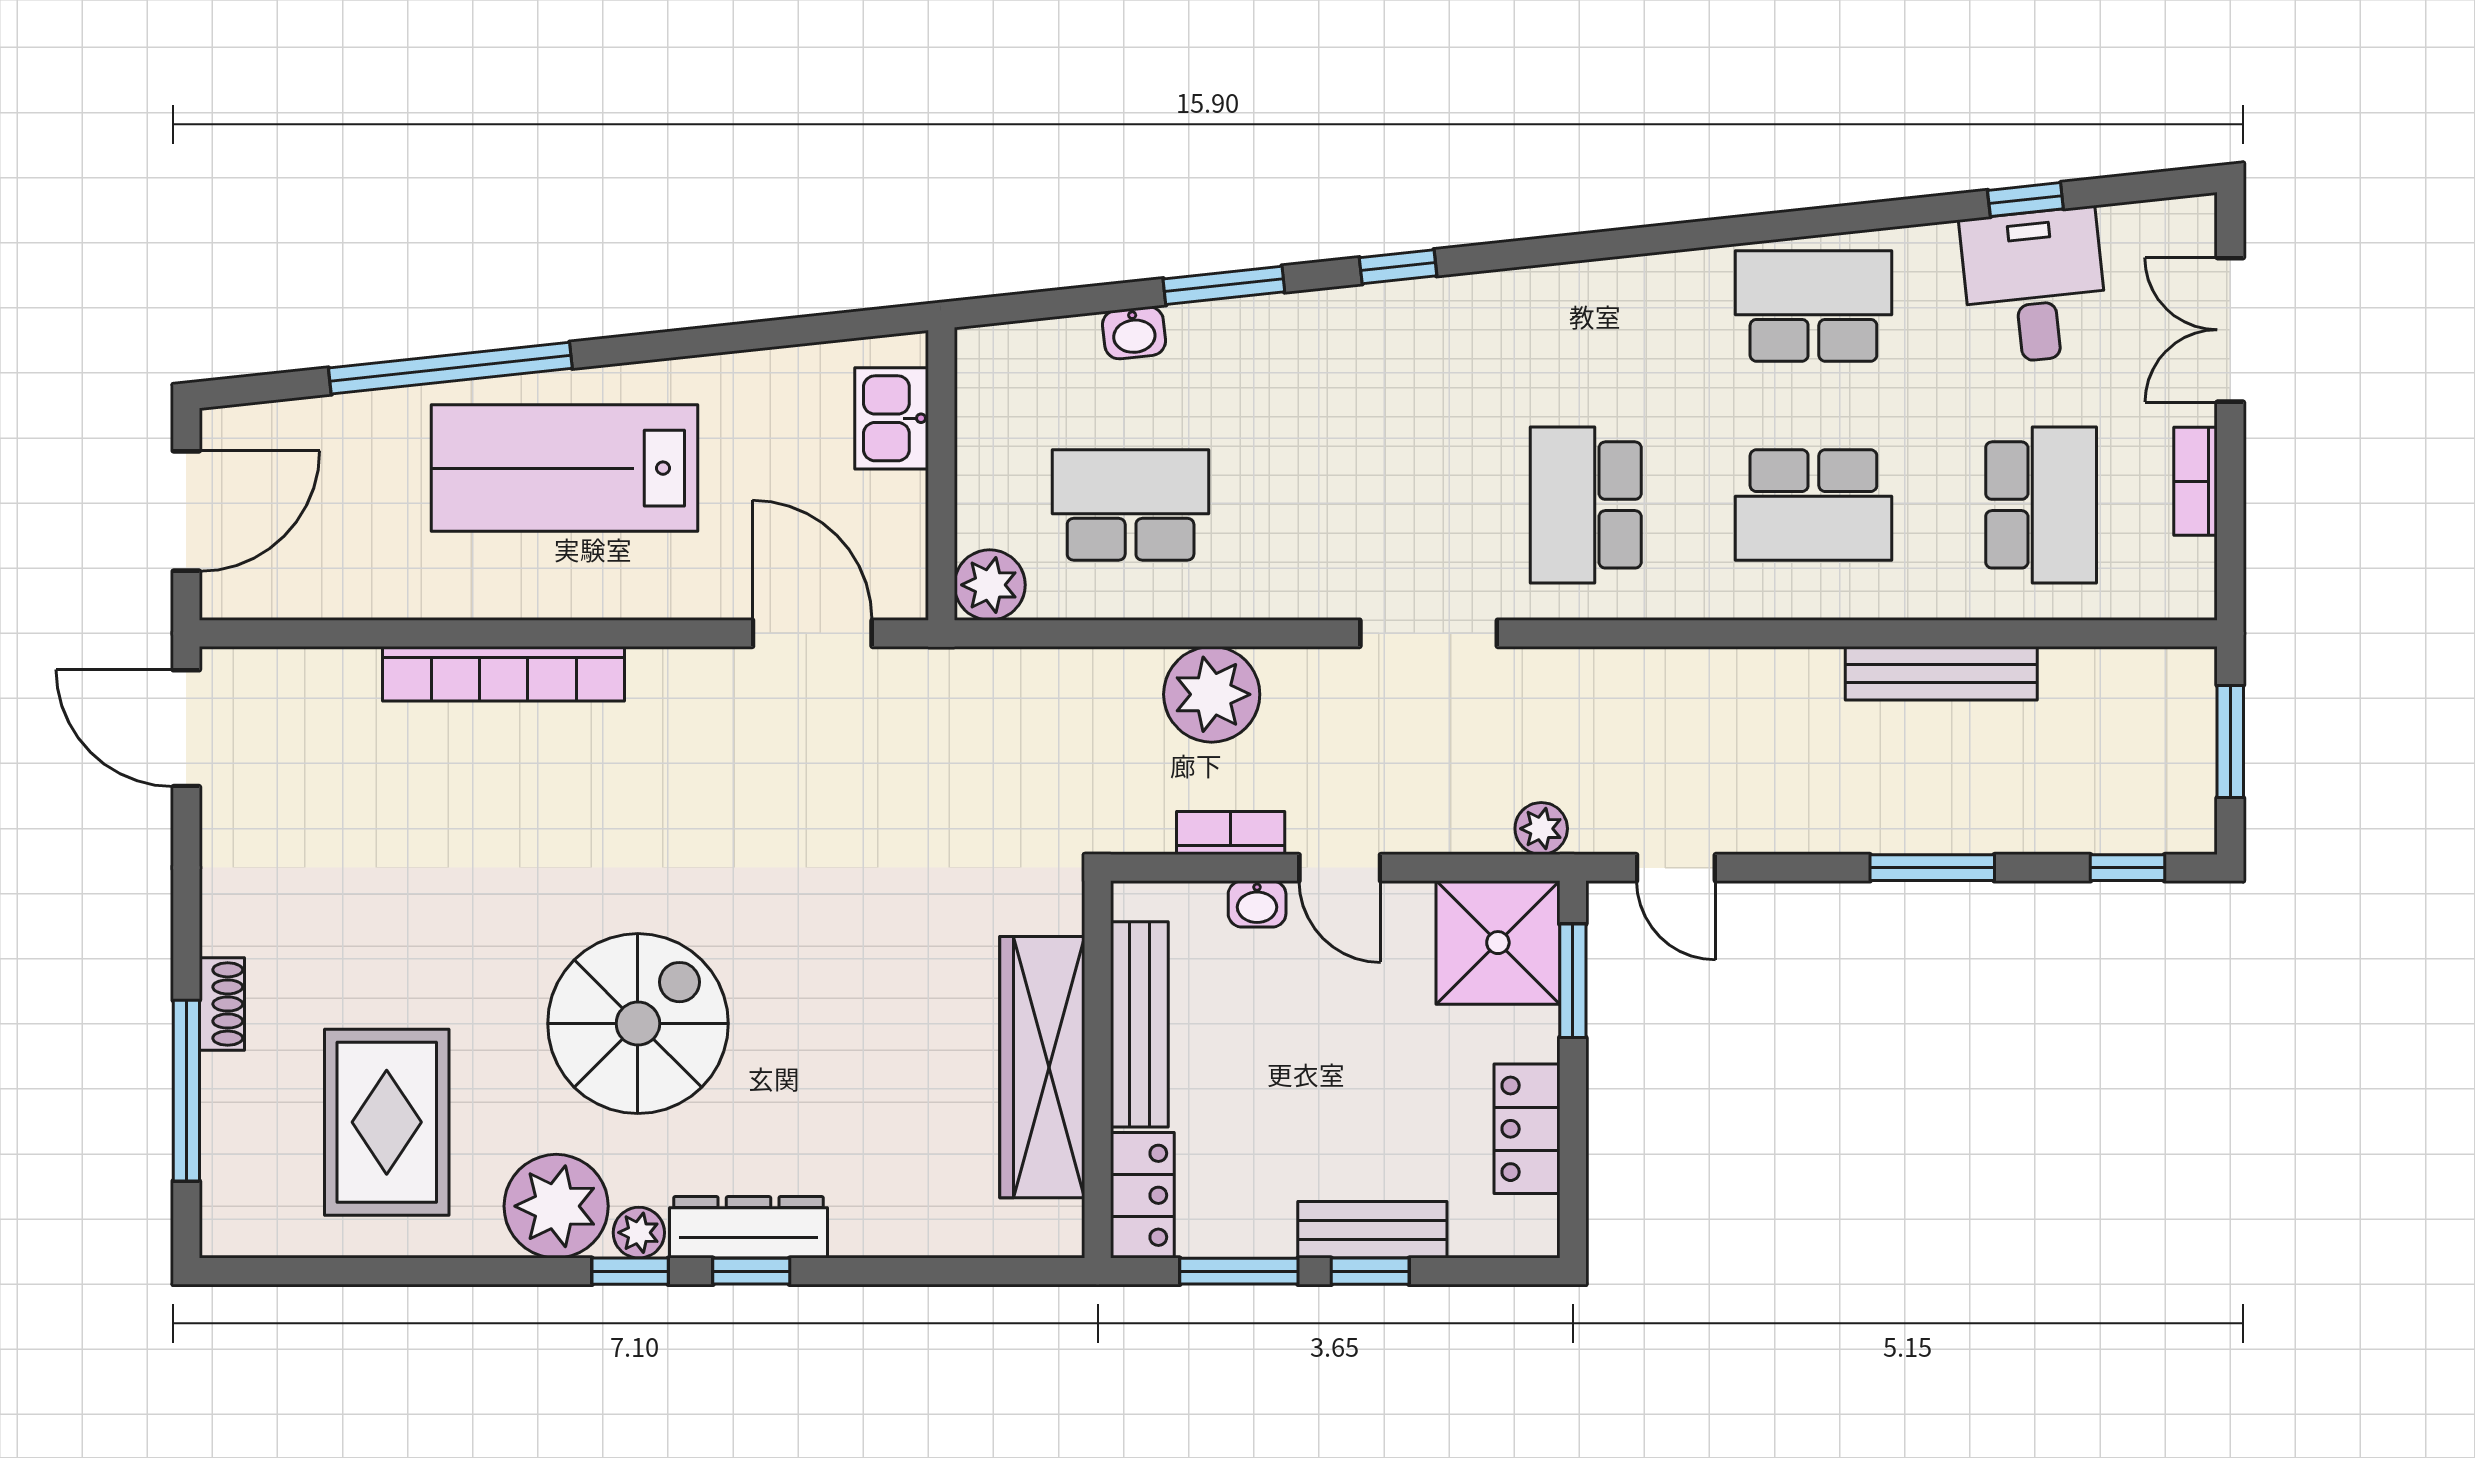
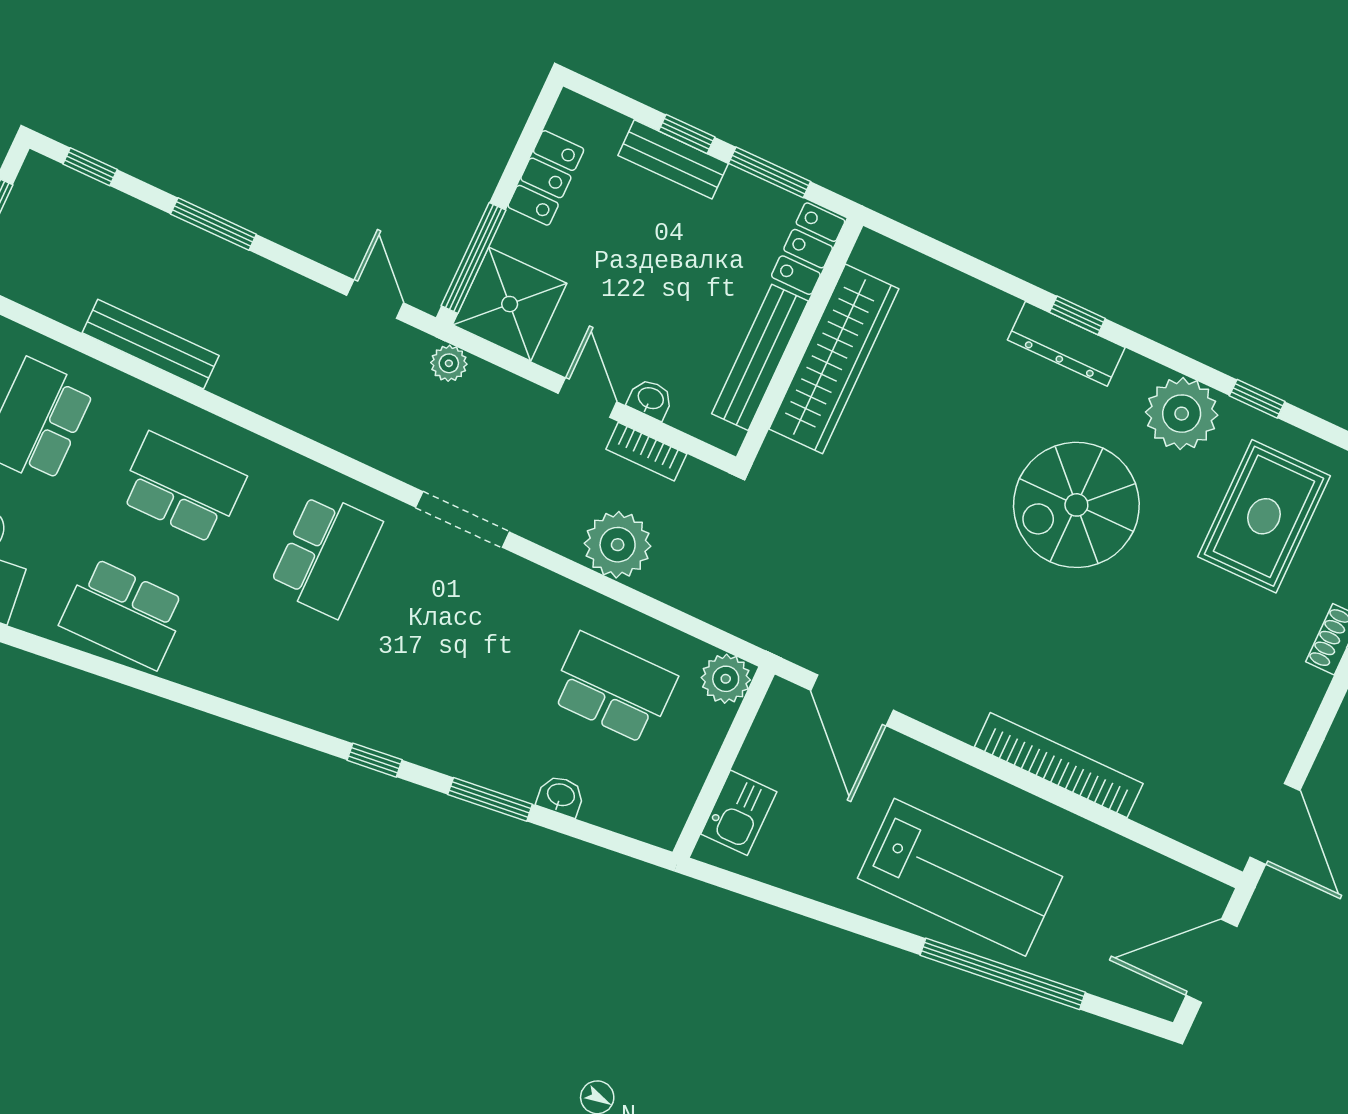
school desk: (1131, 505) -> (613, 688), turned 180
window: (1573, 981) -> (474, 258), width x1.44
plant: (639, 1233) -> (1137, 373), removed
window: (630, 1271) -> (1257, 399), moved

